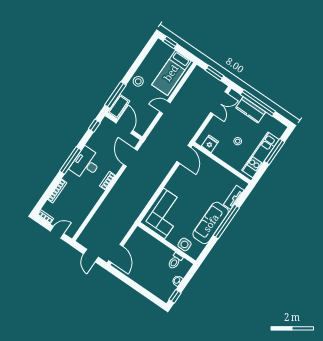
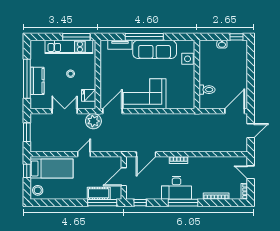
window: (170, 43) -> (27, 171), moved
stool: (138, 81) -> (38, 190), moved
double door: (219, 103) -> (65, 111), moved
cot: (119, 107) -> (99, 193), moved
door: (165, 107) -> (84, 154), swing flipped
plant: (186, 133) -> (93, 121), added
window: (274, 152) -> (76, 37), moved
corner sofa: (164, 213) -> (145, 94), moved
toilet: (175, 261) -> (207, 90), moved

